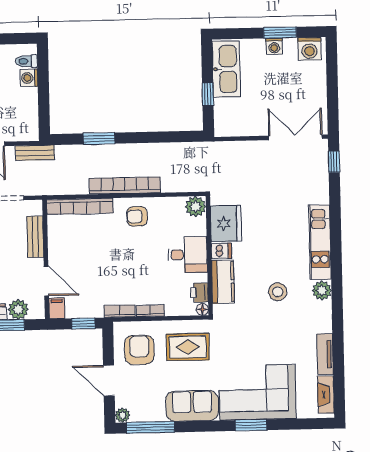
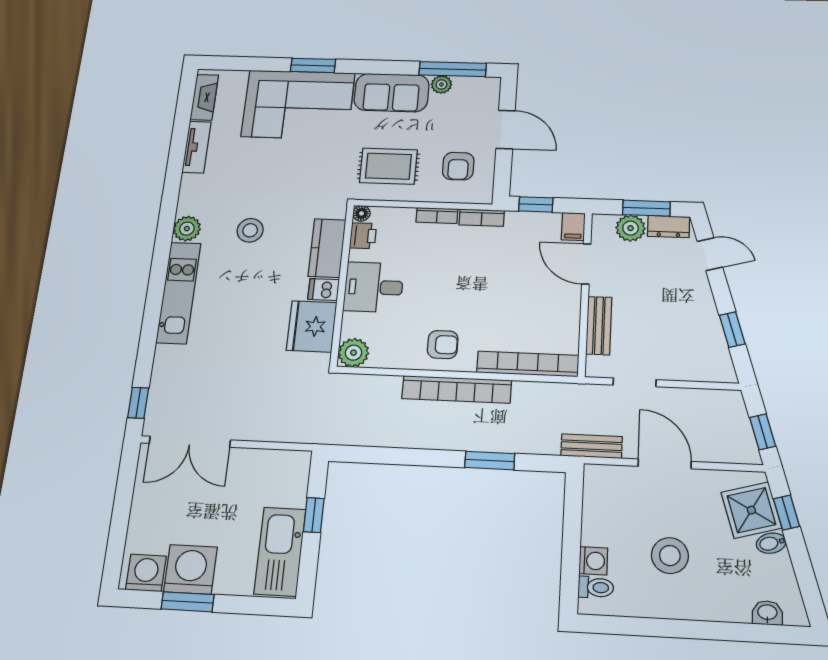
washing machine: (274, 46) -> (190, 569), width x1.89, depth x1.89
armchair: (139, 350) -> (458, 166), width x0.72, depth x0.72
plant: (122, 415) -> (441, 84), moved

